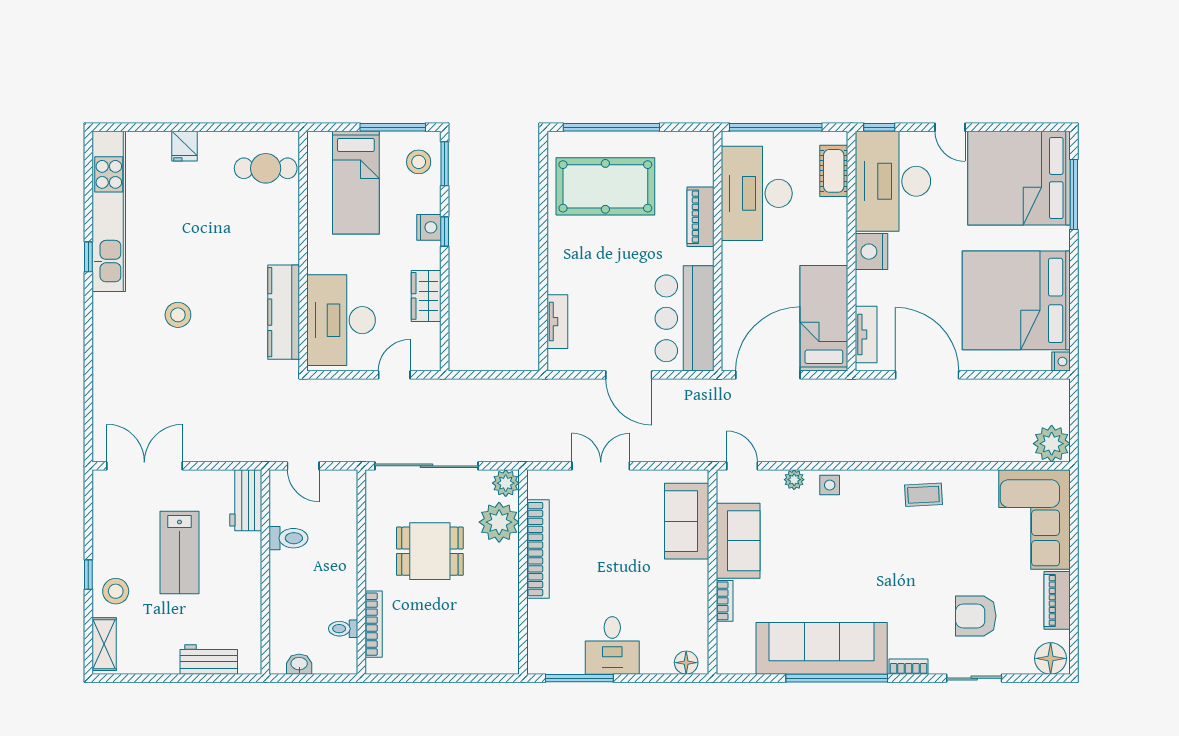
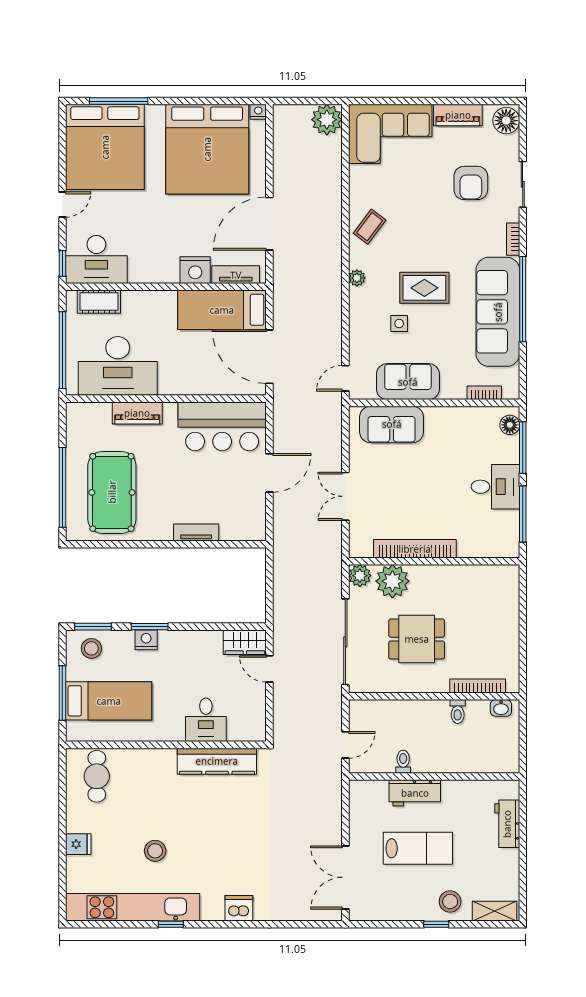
window: (393, 127) -> (62, 693), moved
desk: (893, 181) -> (96, 259), width x0.73, depth x0.77
window: (445, 232) -> (150, 627), width x1.50
nightstand: (871, 252) -> (195, 270), moved
wardrobe: (426, 296) -> (245, 642), moved
stool: (178, 315) -> (155, 851), moved
desk: (341, 320) -> (206, 720), width x0.53, depth x0.77
tv unit: (557, 322) -> (196, 533), moved
dishwasher: (108, 338) -> (239, 908), added
plant: (794, 480) -> (357, 278), moved
side table: (830, 485) -> (399, 323), moved
coffee table: (923, 495) -> (370, 227), turned 40
workbench: (246, 500) -> (415, 793), moved
toilet: (288, 538) -> (403, 762), width x0.73, depth x0.72
dining table: (430, 551) -> (417, 639), turned 90
rug: (850, 560) -> (424, 288), added
bookcase: (725, 601) -> (484, 393), moved
toilet: (343, 629) -> (458, 712), moved
washbasin: (299, 664) -> (501, 708), moved, turned -90
window: (659, 678) -> (523, 447), added

